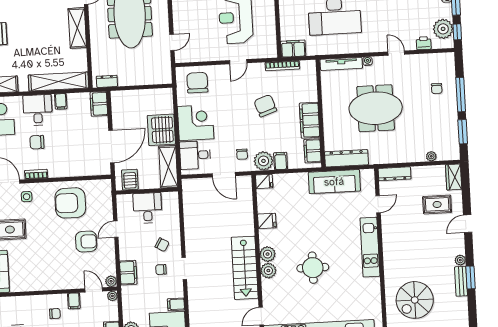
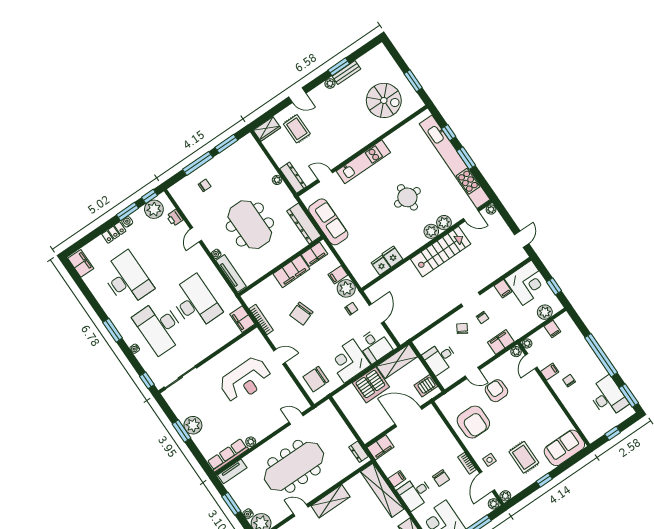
plant: (431, 156) -> (277, 180), moved
fridge: (264, 181) -> (381, 265), moved
plant: (268, 254) -> (444, 223), moved

